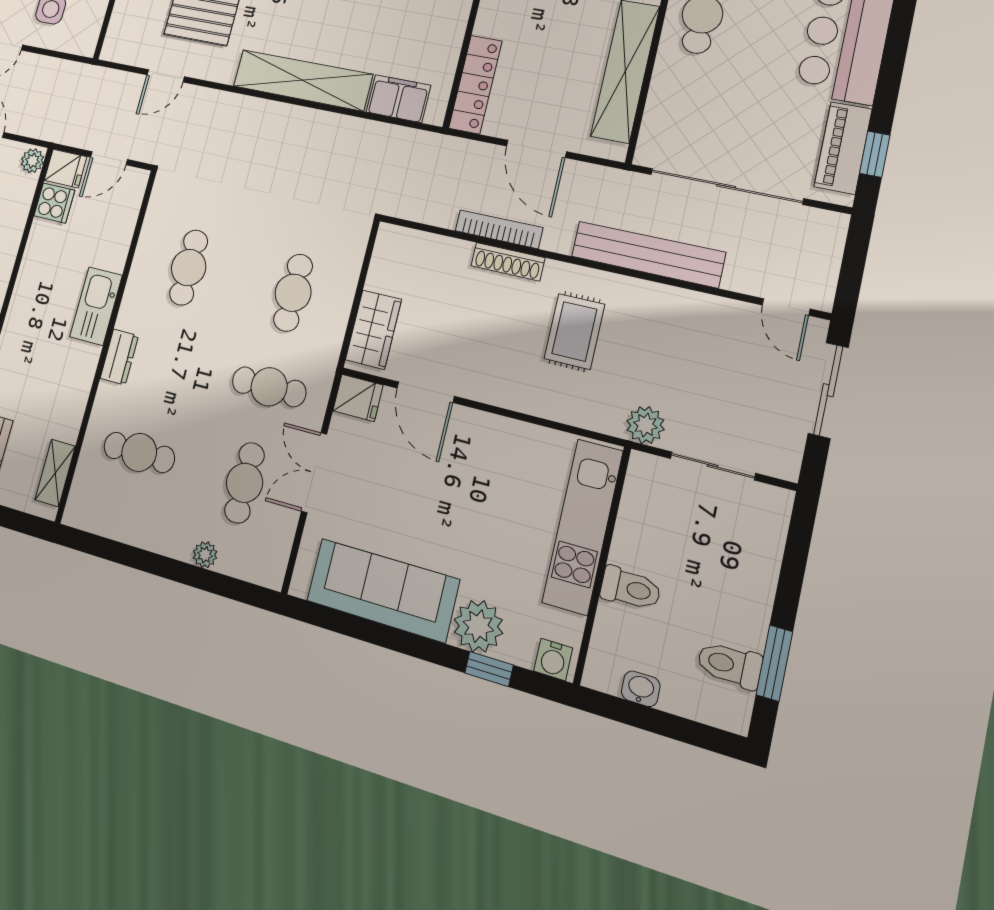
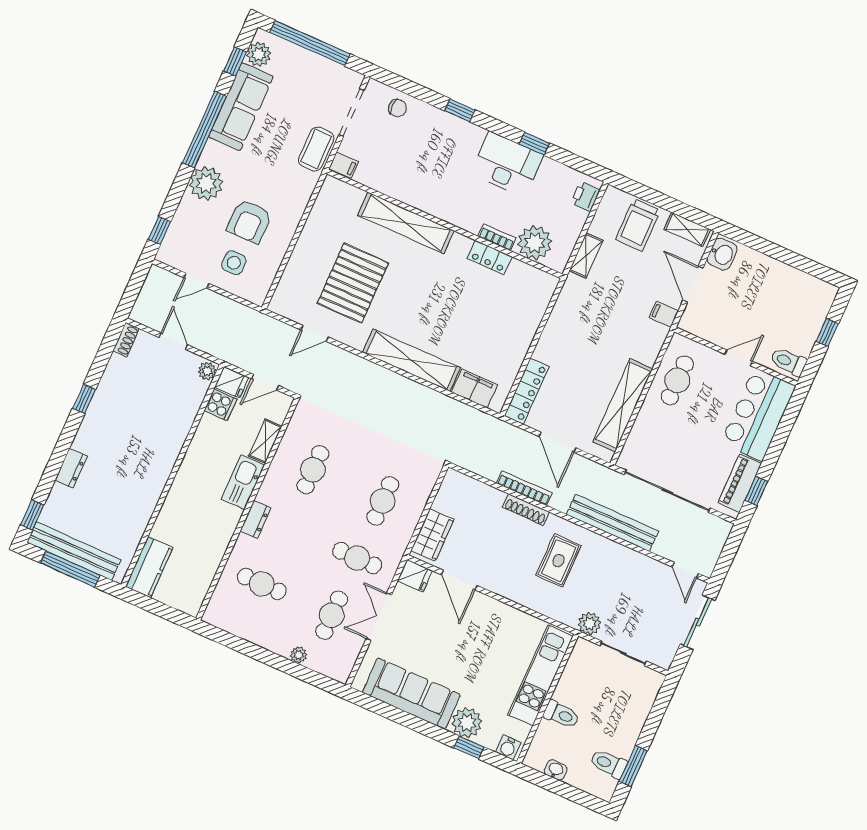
shelving: (55, 473) -> (265, 441), moved

